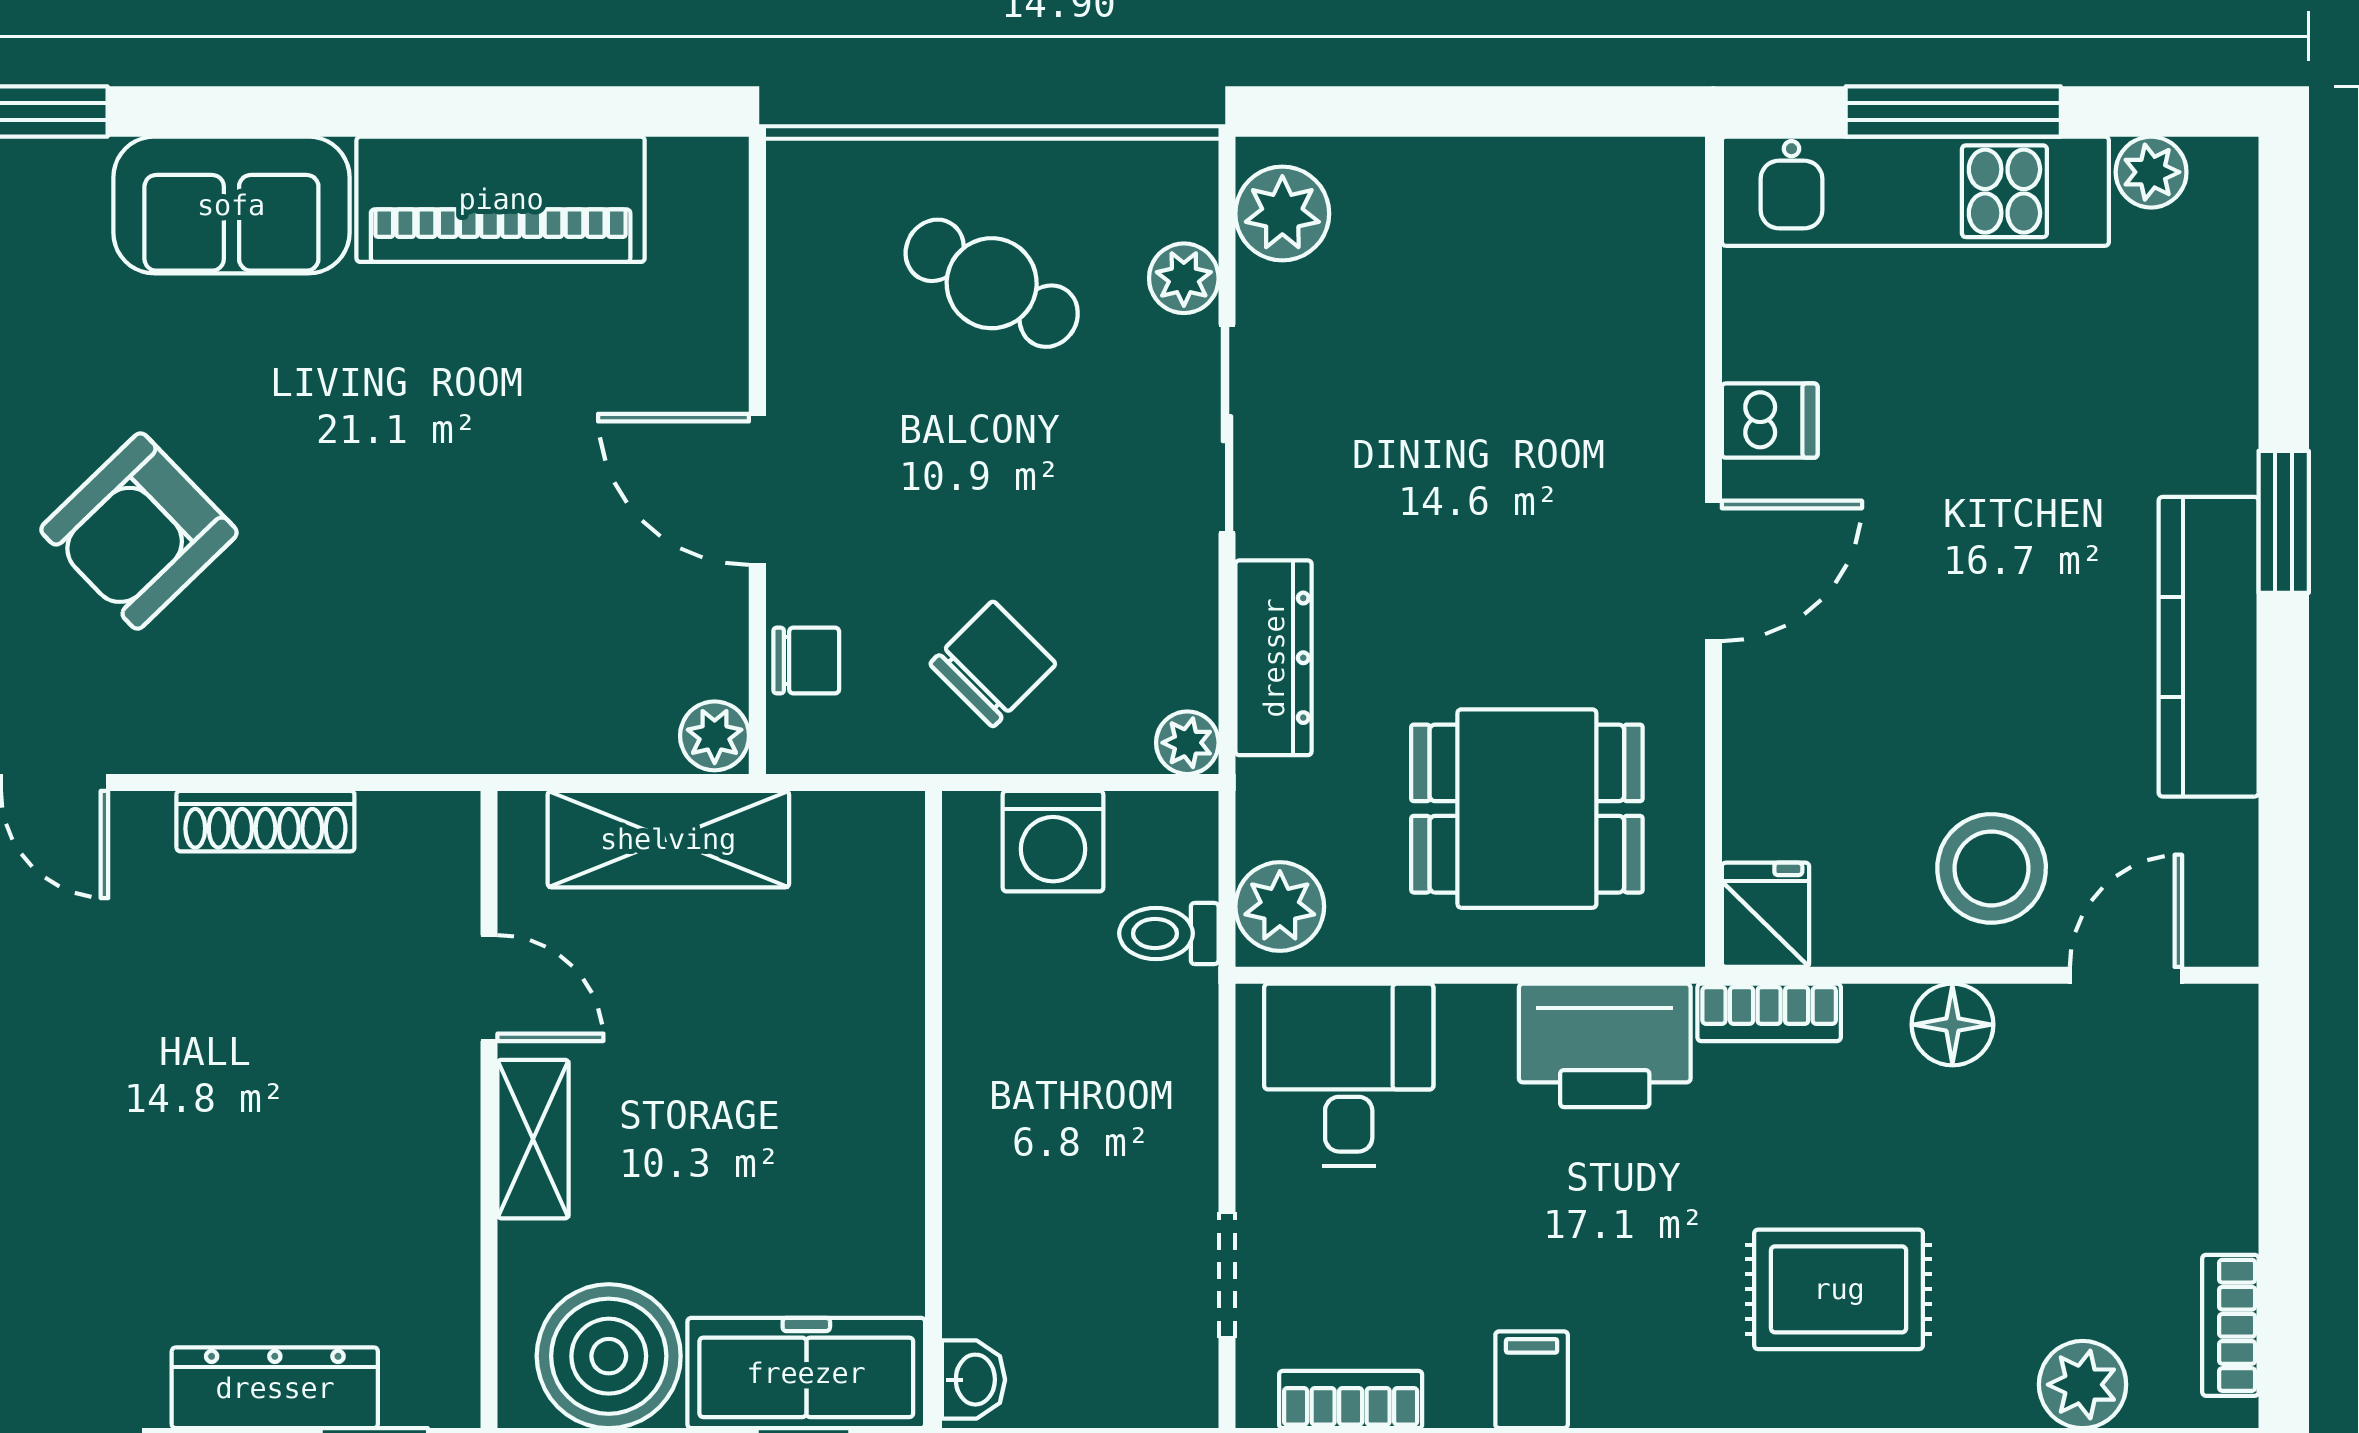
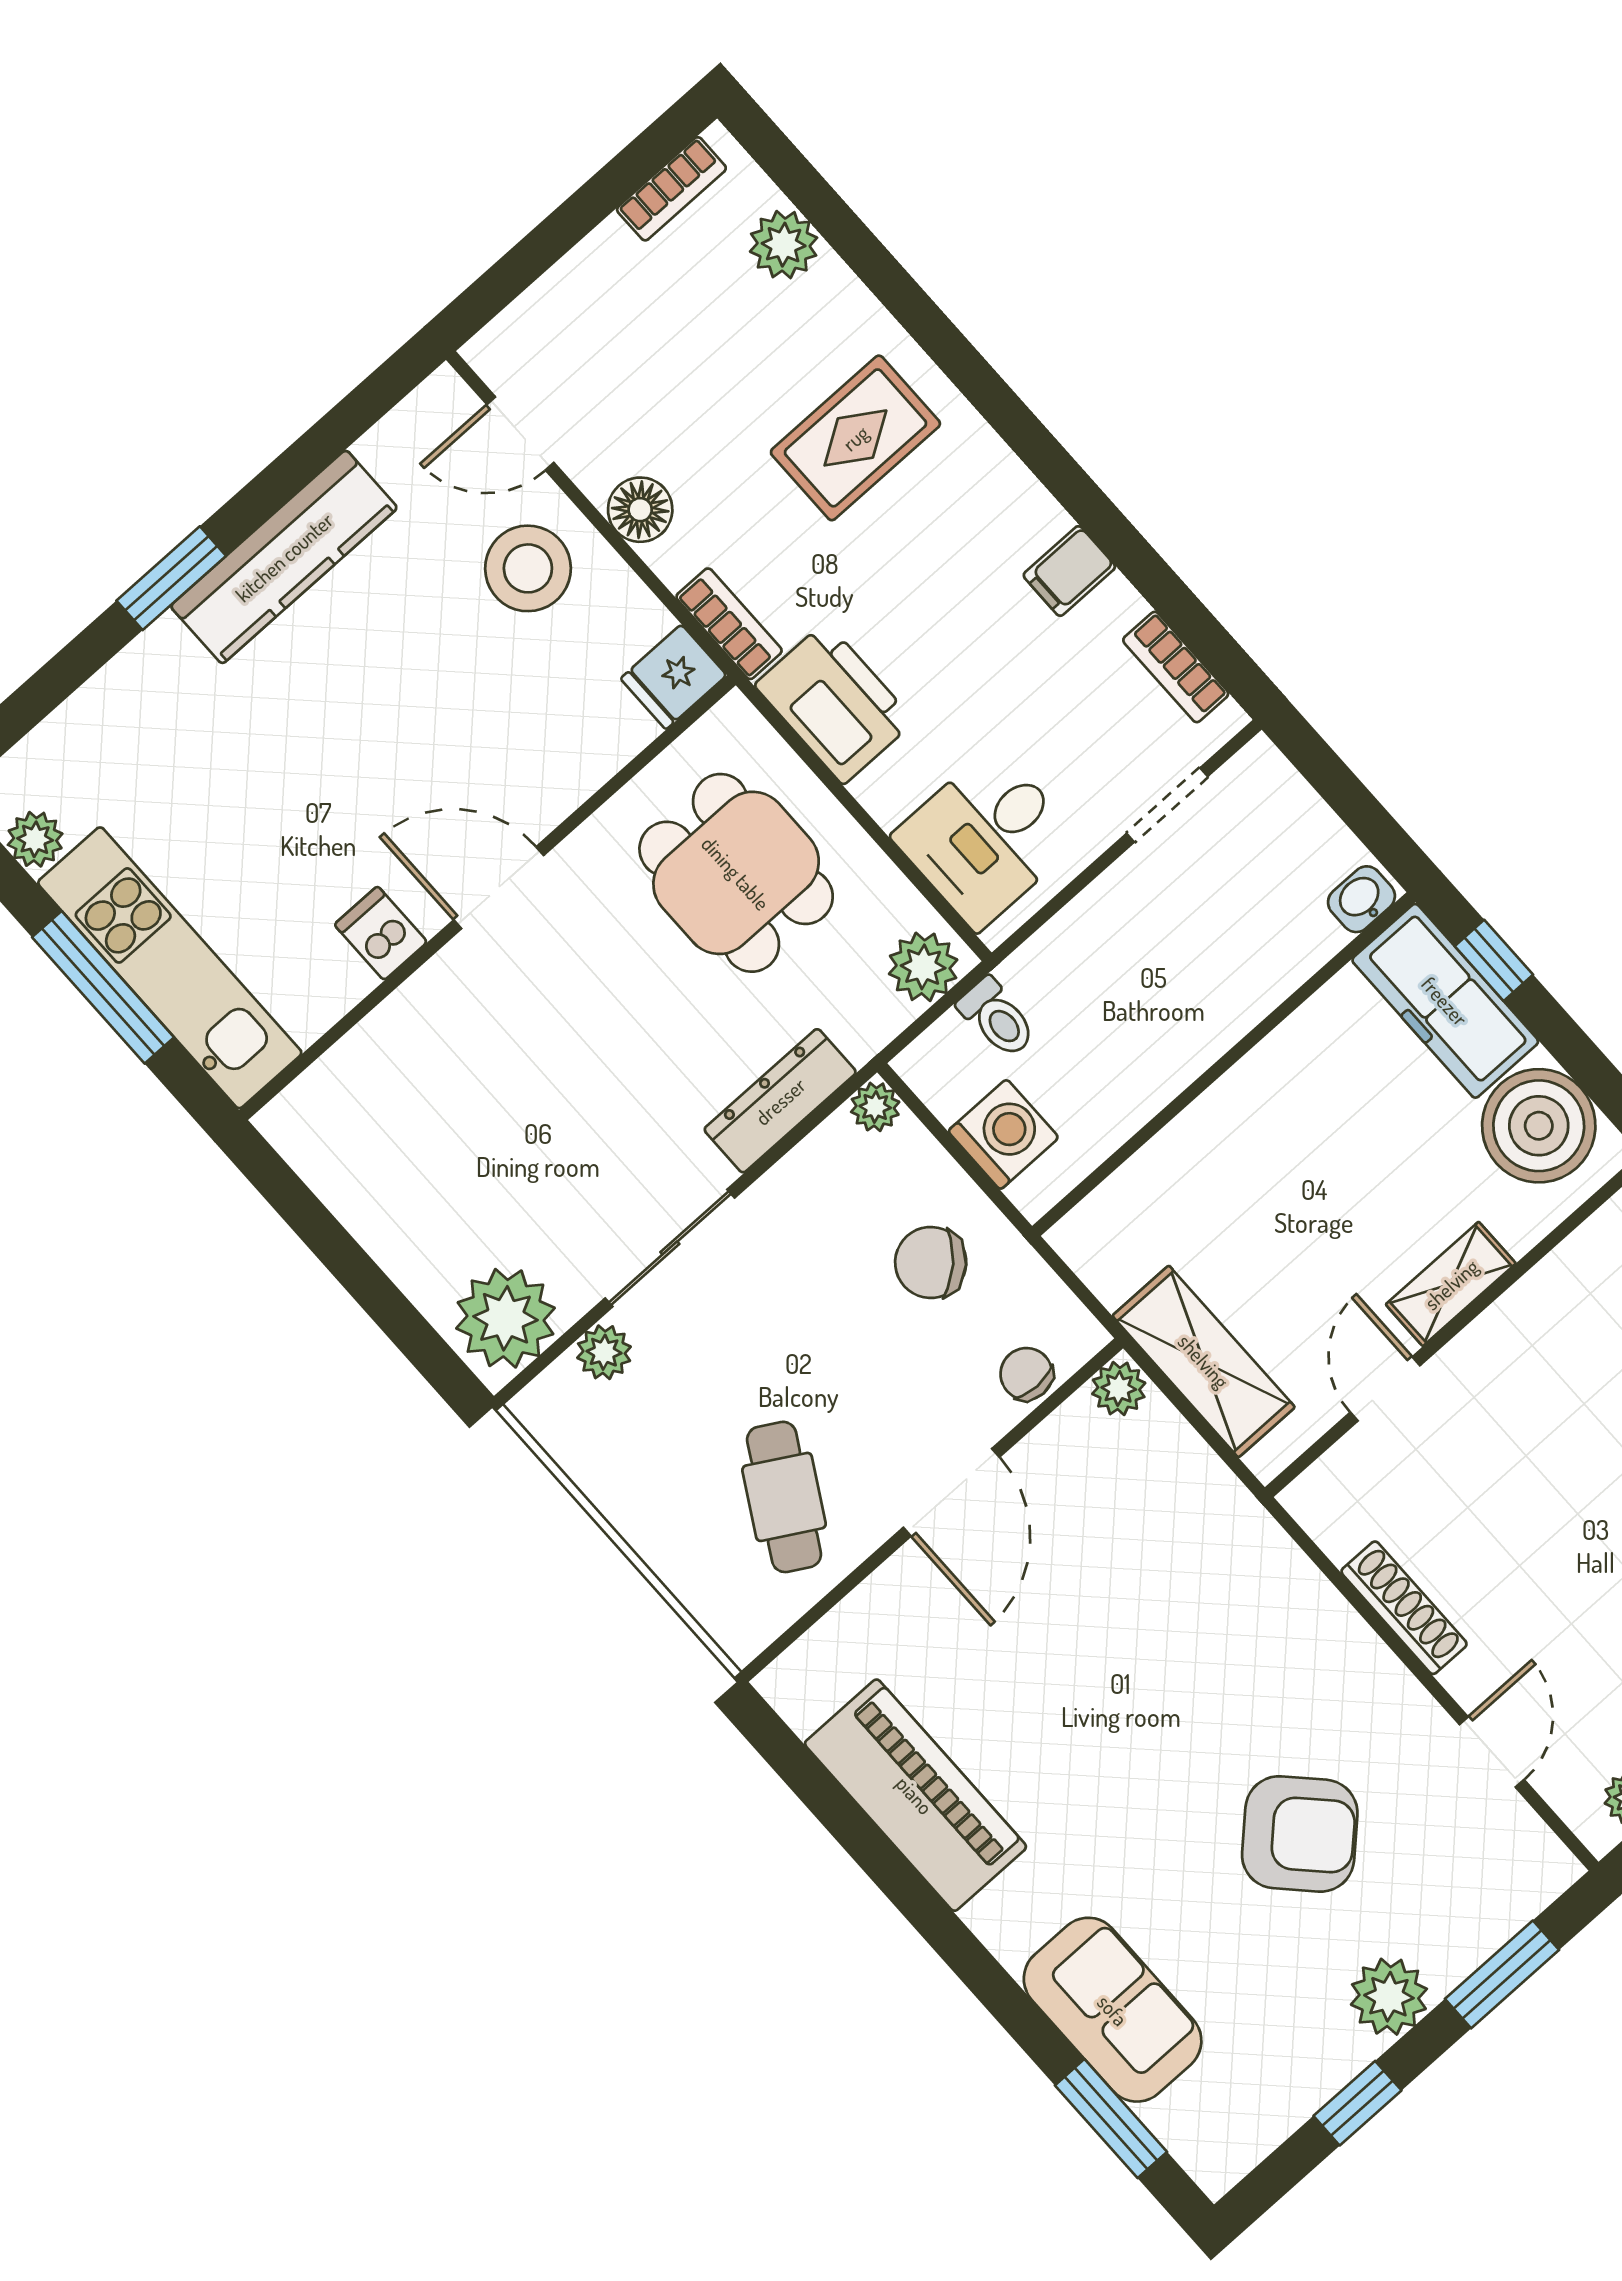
sofa: (231, 205) -> (1113, 2010), moved
plant: (1282, 214) -> (505, 1318), width x1.36, depth x1.36
cafe table: (992, 283) -> (784, 1497), moved
rug: (1839, 1289) -> (855, 438), turned 90

